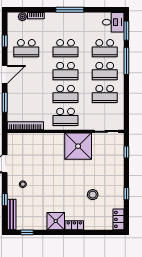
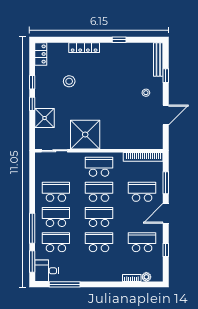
window: (70, 10) -> (65, 284), moved
school desk: (26, 94) -> (142, 192), added
window: (126, 152) -> (32, 104), moved
shower: (56, 221) -> (45, 118), moved
locker: (74, 225) -> (84, 48), width x1.53
window: (27, 232) -> (119, 40), moved

